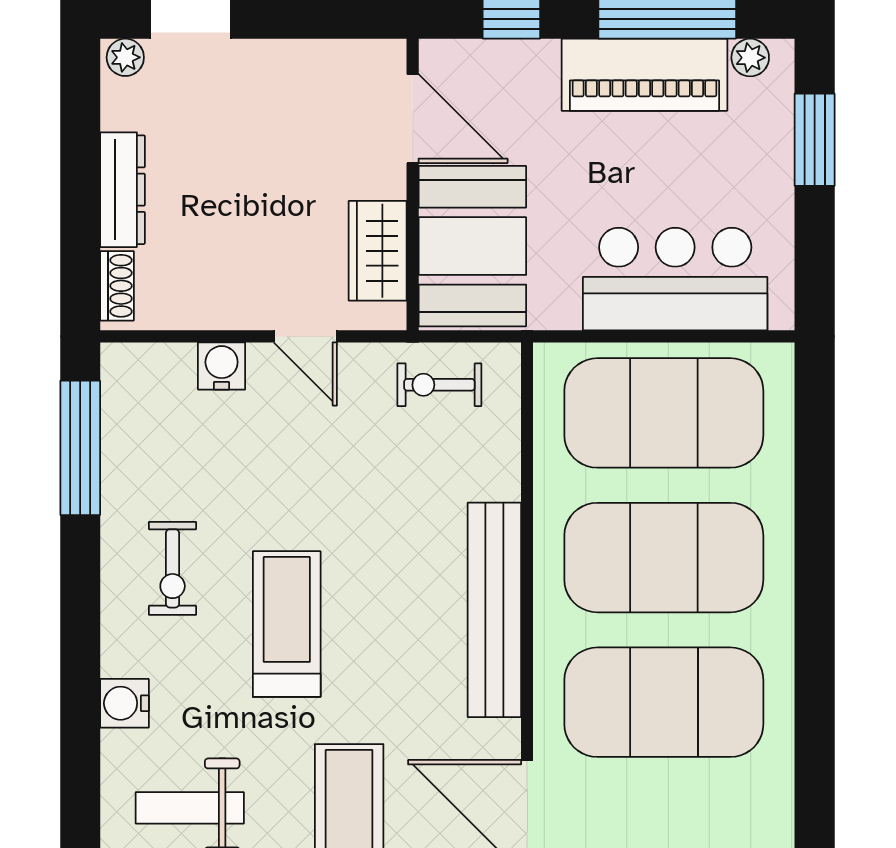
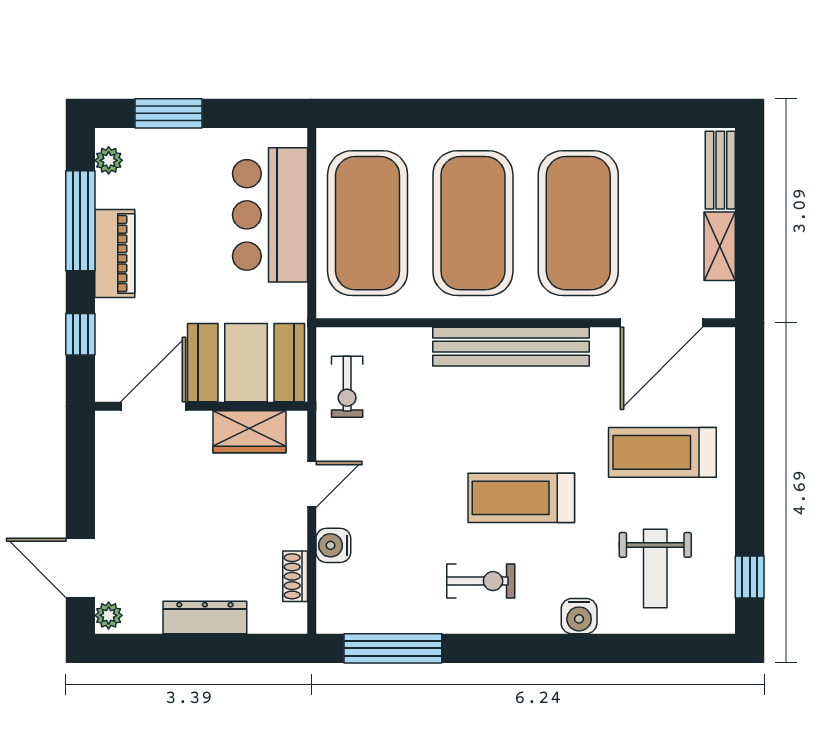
piano: (644, 75) -> (115, 253), width x0.73, depth x0.75
shoe rack: (117, 286) -> (295, 576), moved, turned -90

